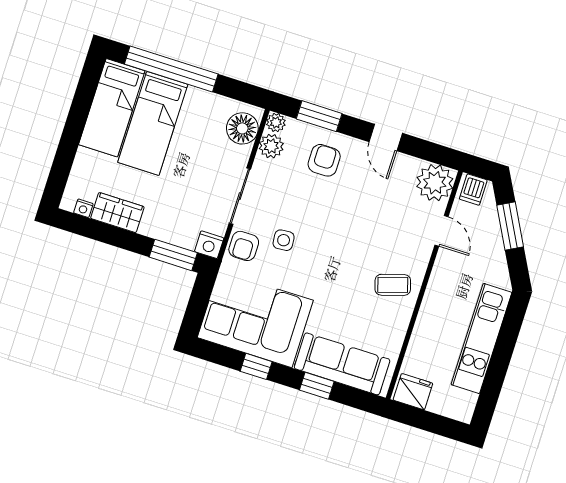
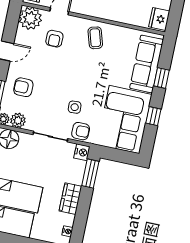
wardrobe: (117, 213) -> (70, 199), moved
armchair: (398, 219) -> (54, 39), added

